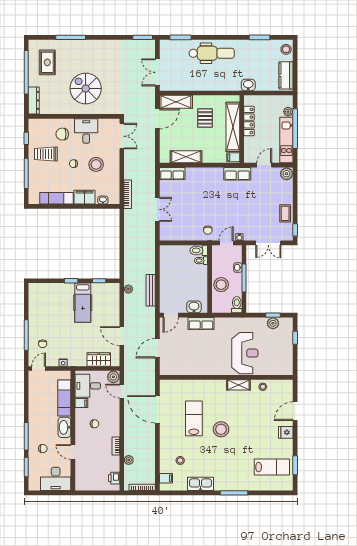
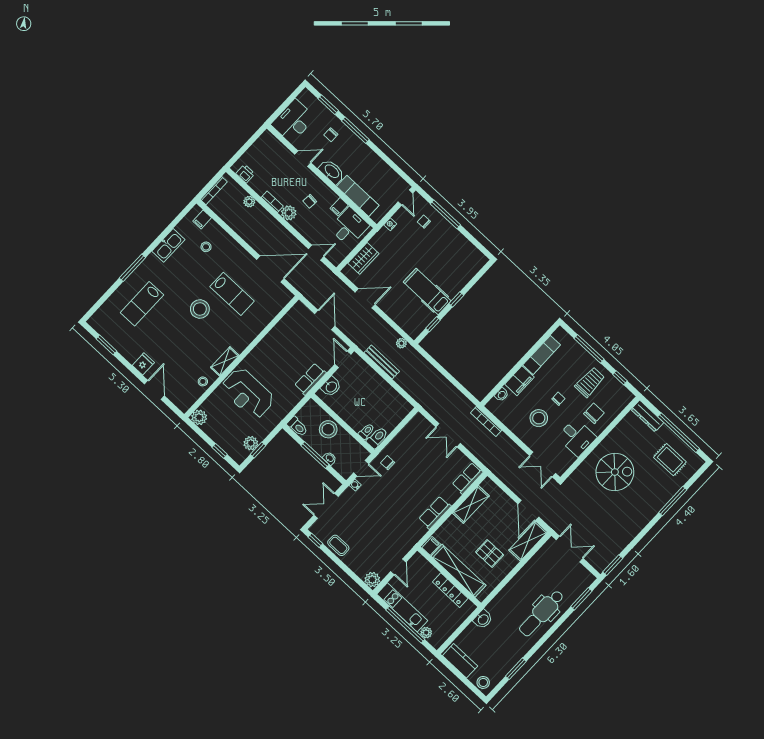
row of seats: (237, 174) -> (435, 513), moved
door: (226, 243) -> (361, 468), hinge flipped
plant: (286, 369) -> (199, 417), added
plant: (113, 377) -> (289, 213), moved
lab bench: (272, 467) -> (142, 304), moved

